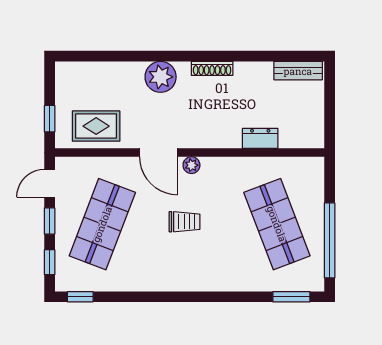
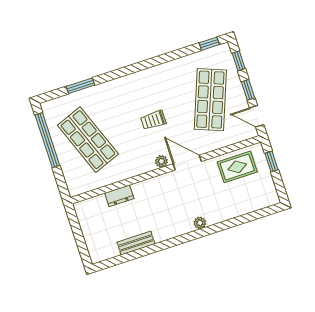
shoe rack: (212, 68) -> (169, 234), removed
bench: (298, 71) -> (136, 243), moved
plant: (161, 77) -> (200, 223), width x0.53, depth x0.53
door: (50, 183) -> (257, 116), swing flipped
window: (291, 297) -> (80, 86), moved

